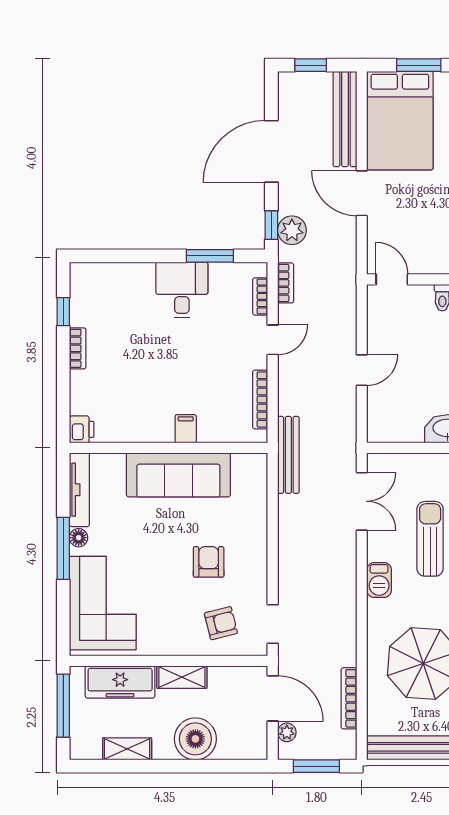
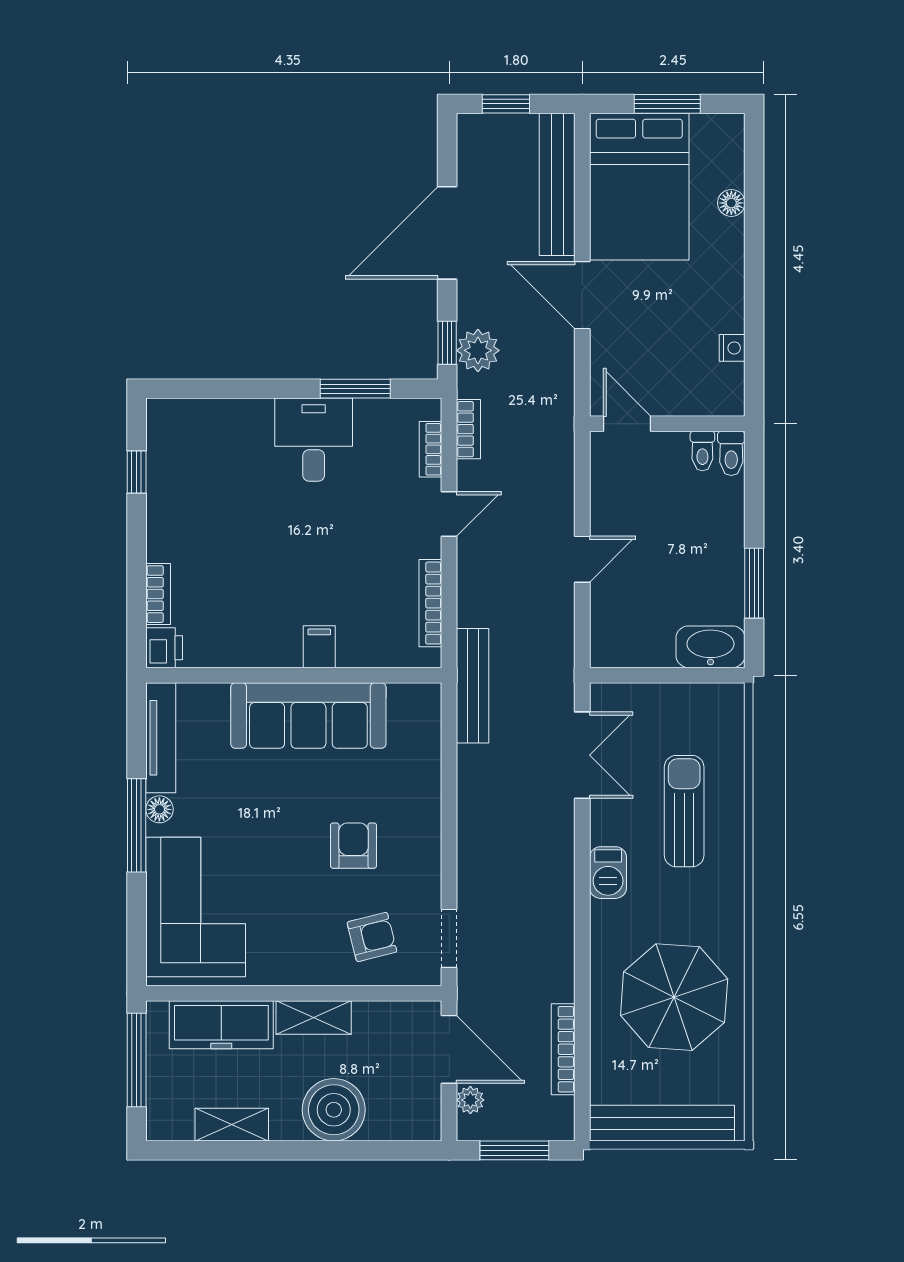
bookcase: (78, 348) -> (158, 594), moved

